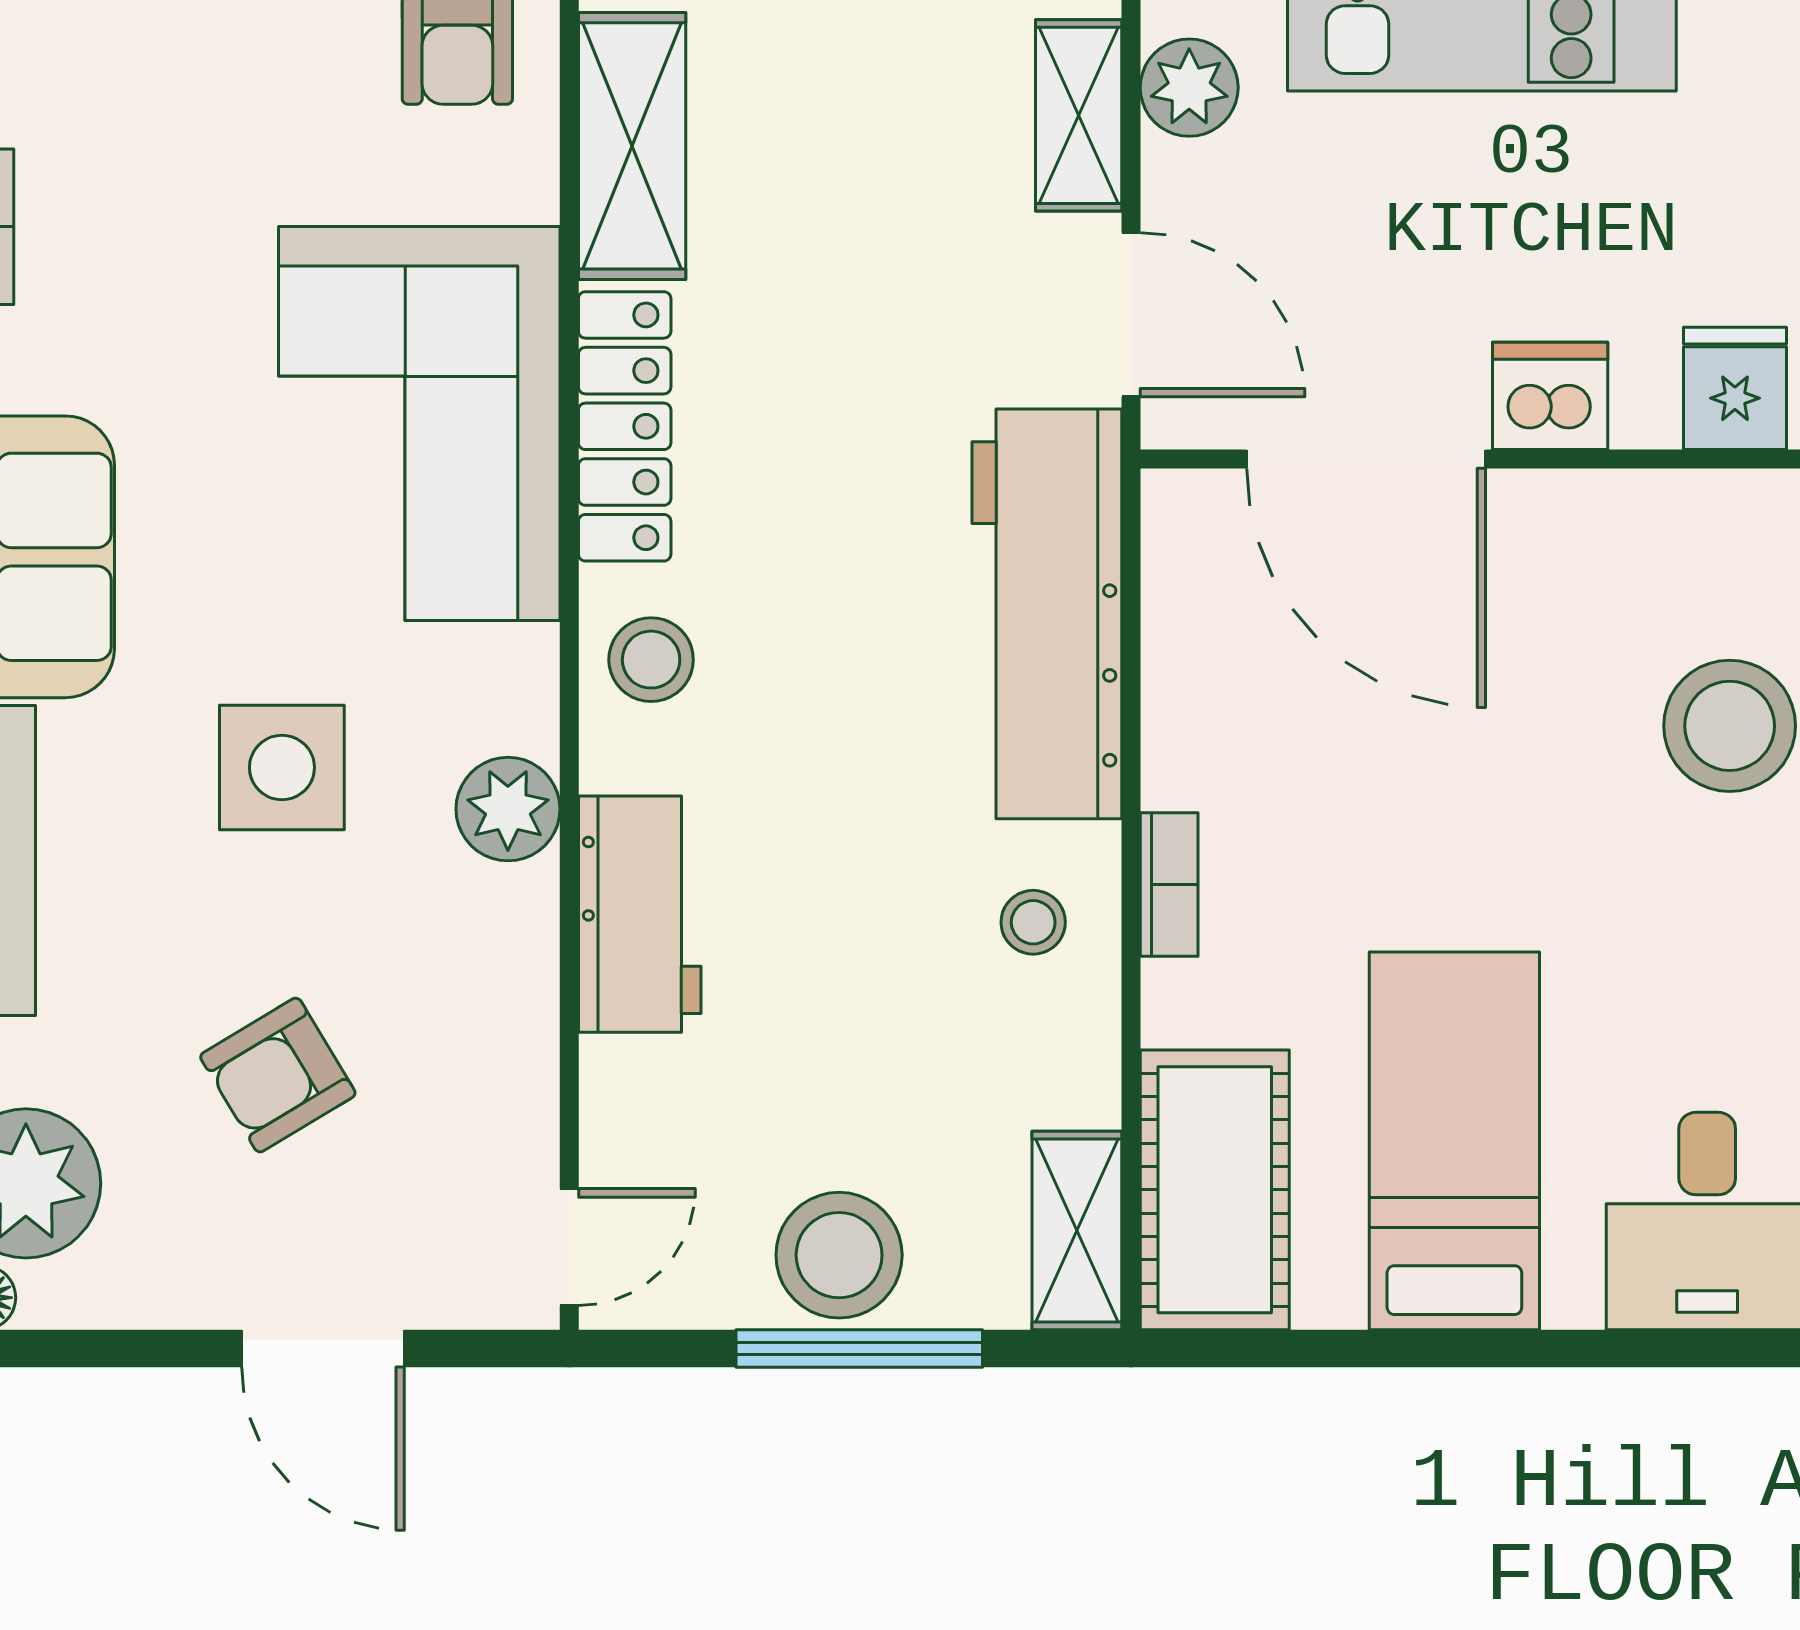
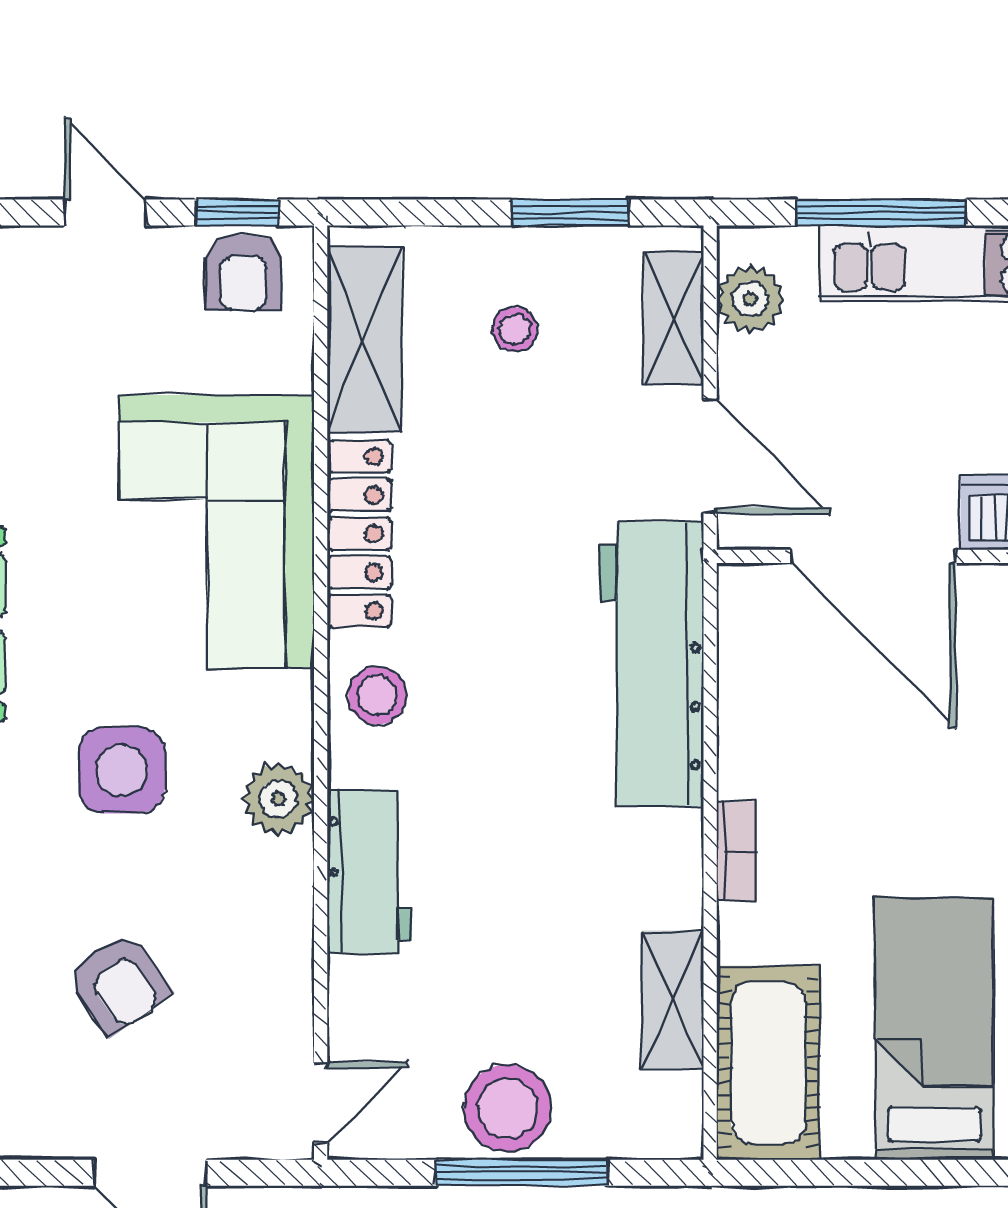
stool: (1033, 922) -> (515, 329), moved
armchair: (278, 1075) -> (119, 983), turned -94
shelving: (1077, 1230) -> (673, 1000), moved

